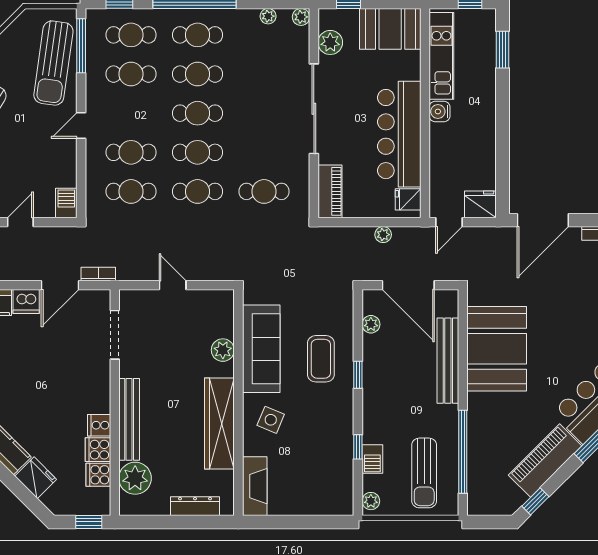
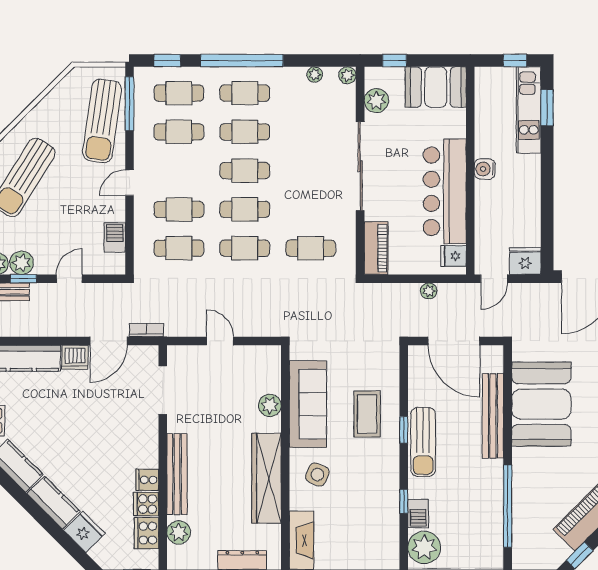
kitchen unit: (441, 56) -> (529, 110), moved, turned 180
barbecue: (66, 203) -> (115, 237), moved
plant: (371, 324) -> (417, 380), removed
sun lounger: (424, 473) -> (423, 442), moved
cooker: (98, 475) -> (146, 533), width x1.36
plant: (135, 478) -> (179, 532), width x0.73, depth x0.73
plant: (371, 501) -> (424, 547), width x1.88, depth x1.88

